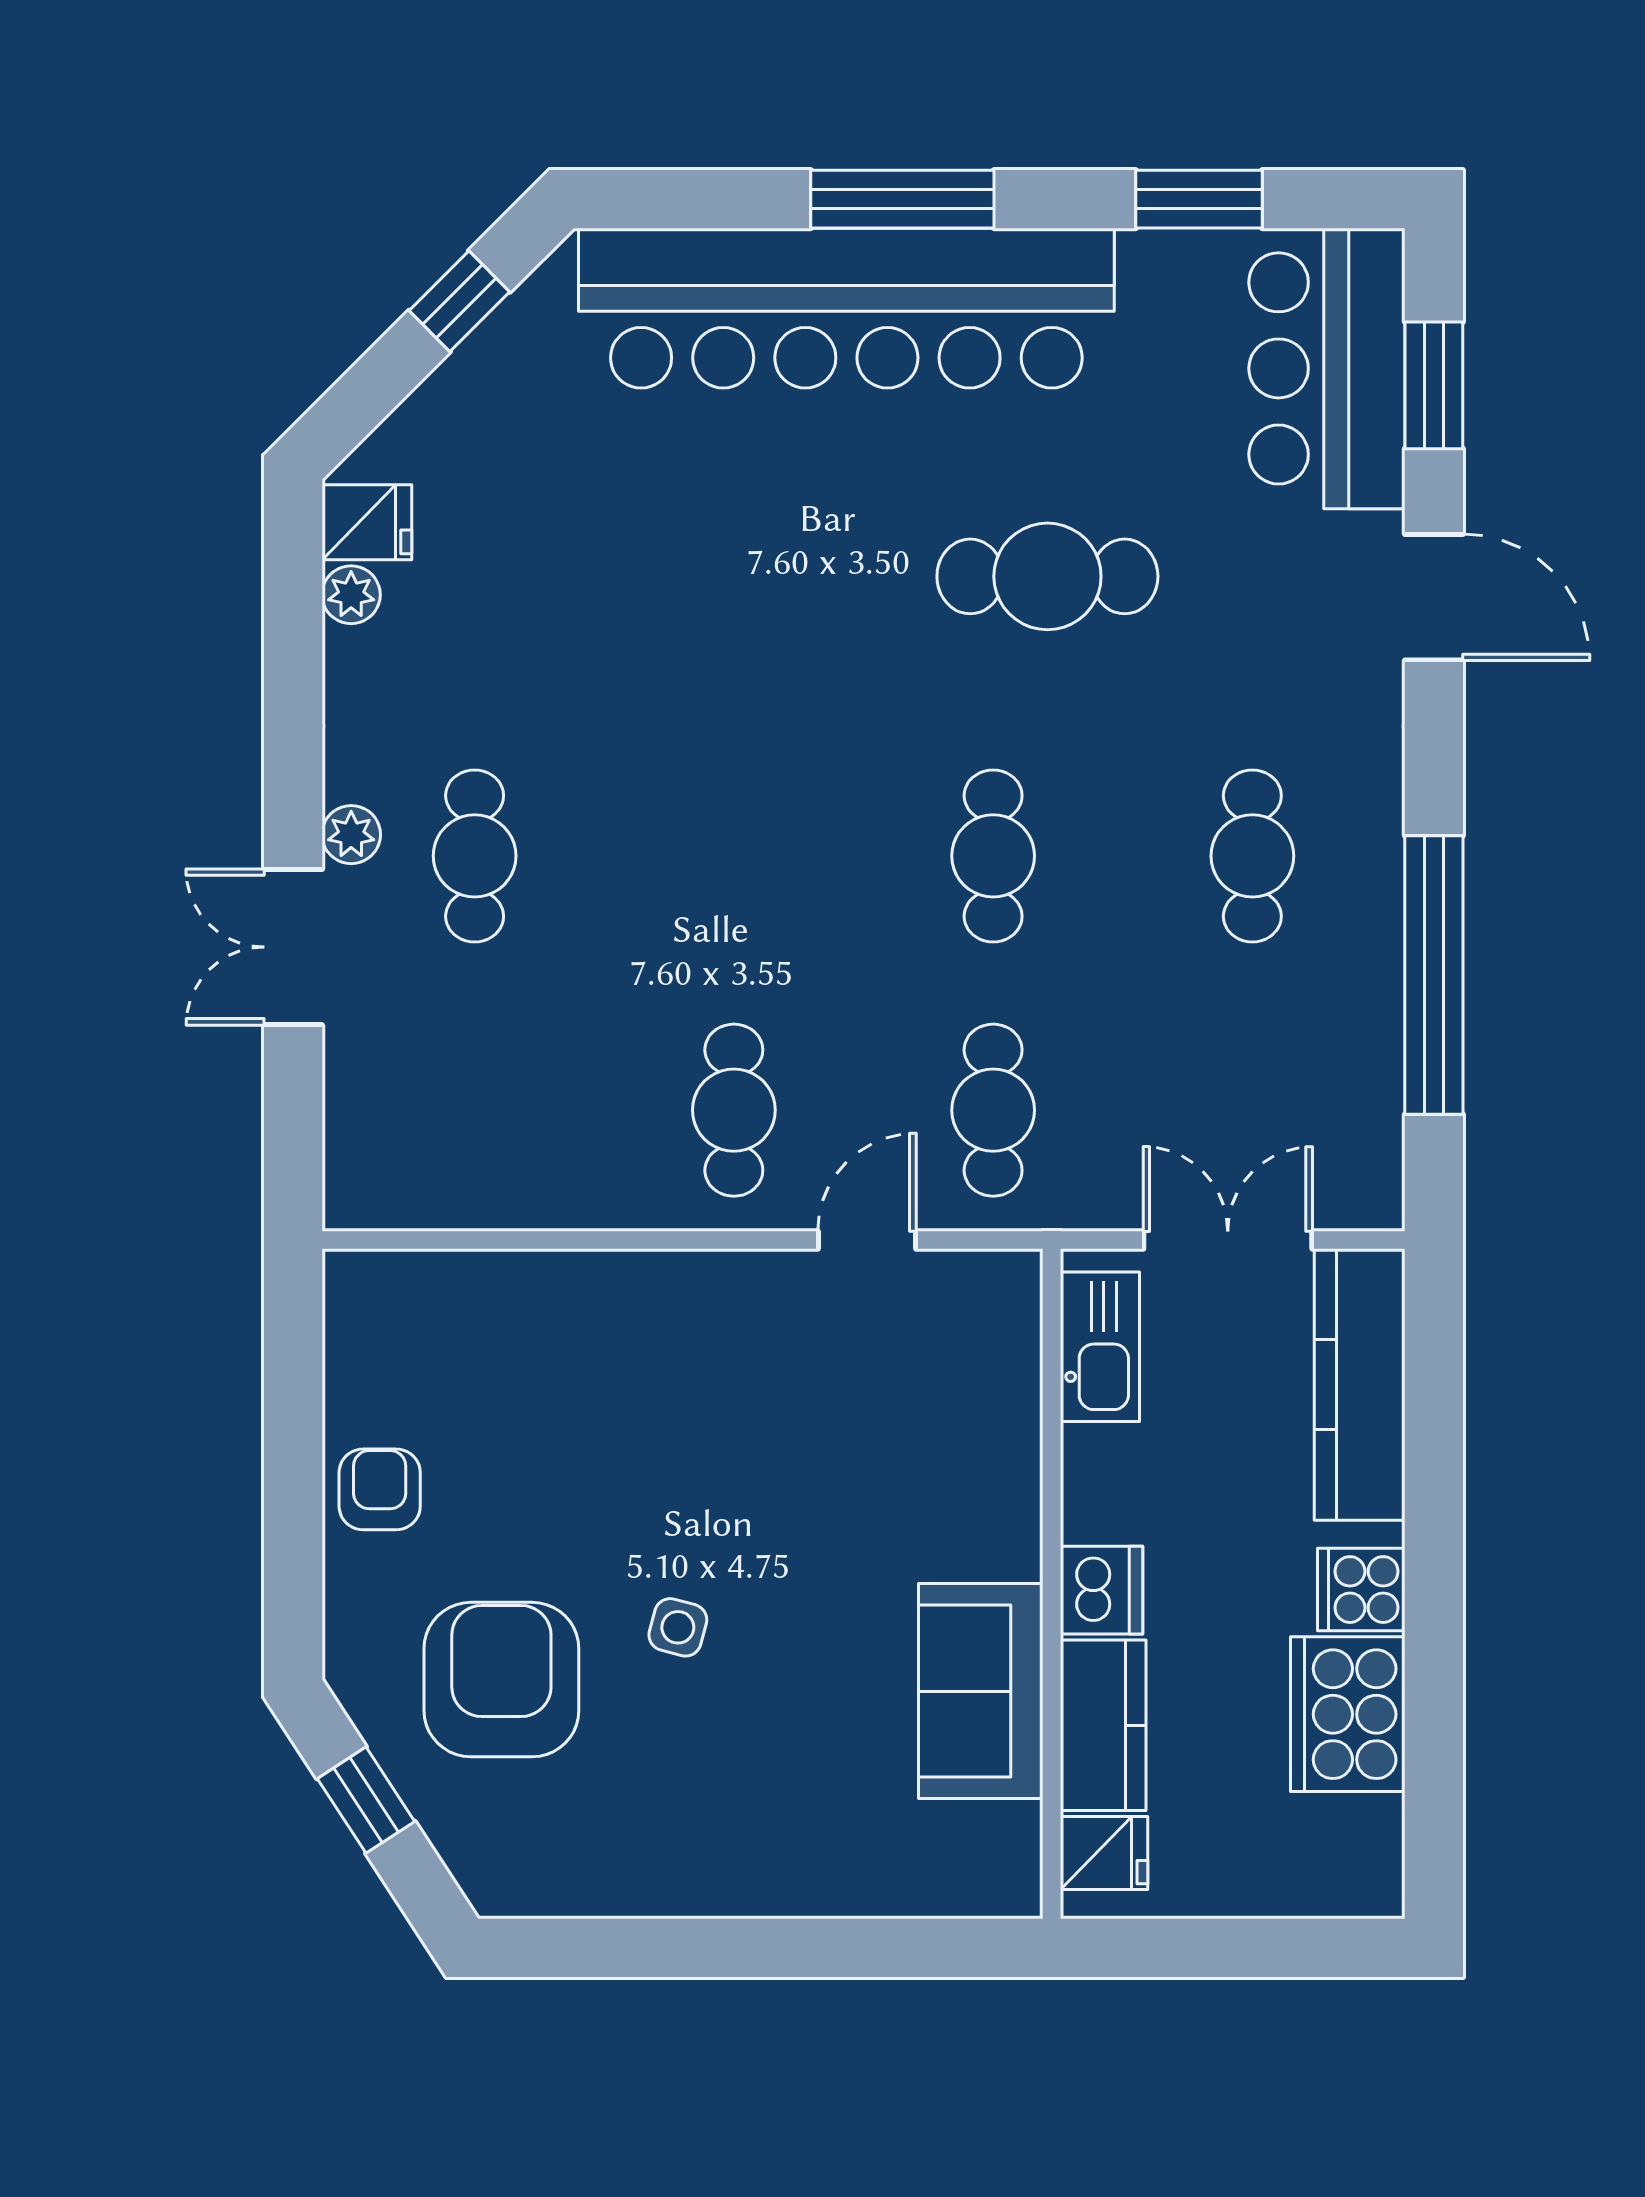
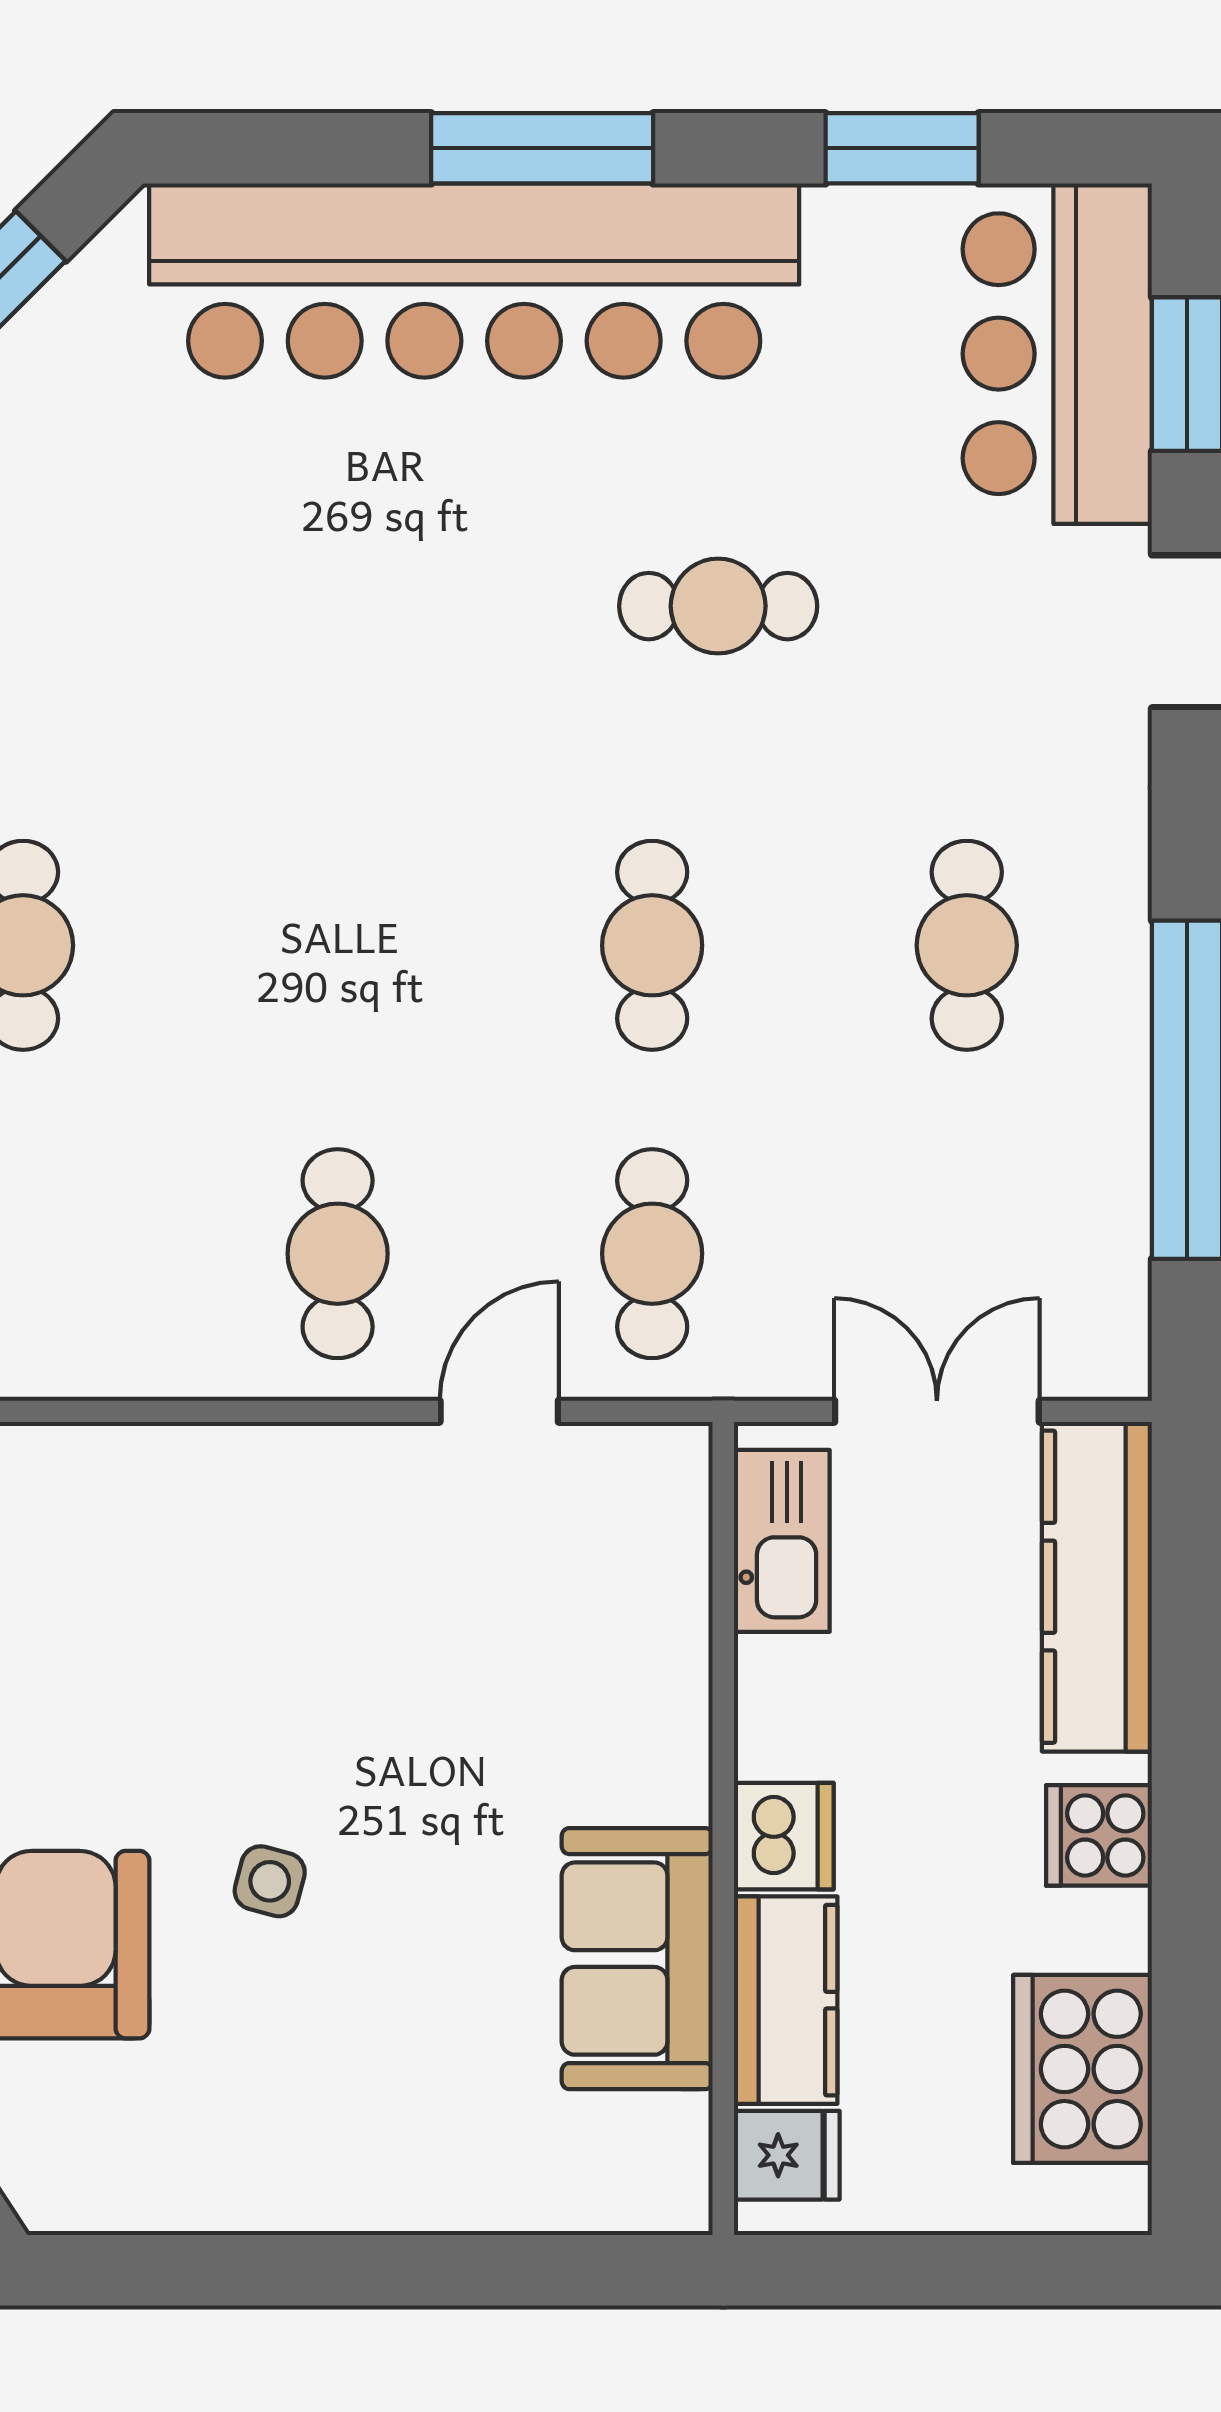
cafe table: (1047, 576) -> (718, 606), width x0.73, depth x0.74
cooker: (1348, 1714) -> (1083, 2069), moved

